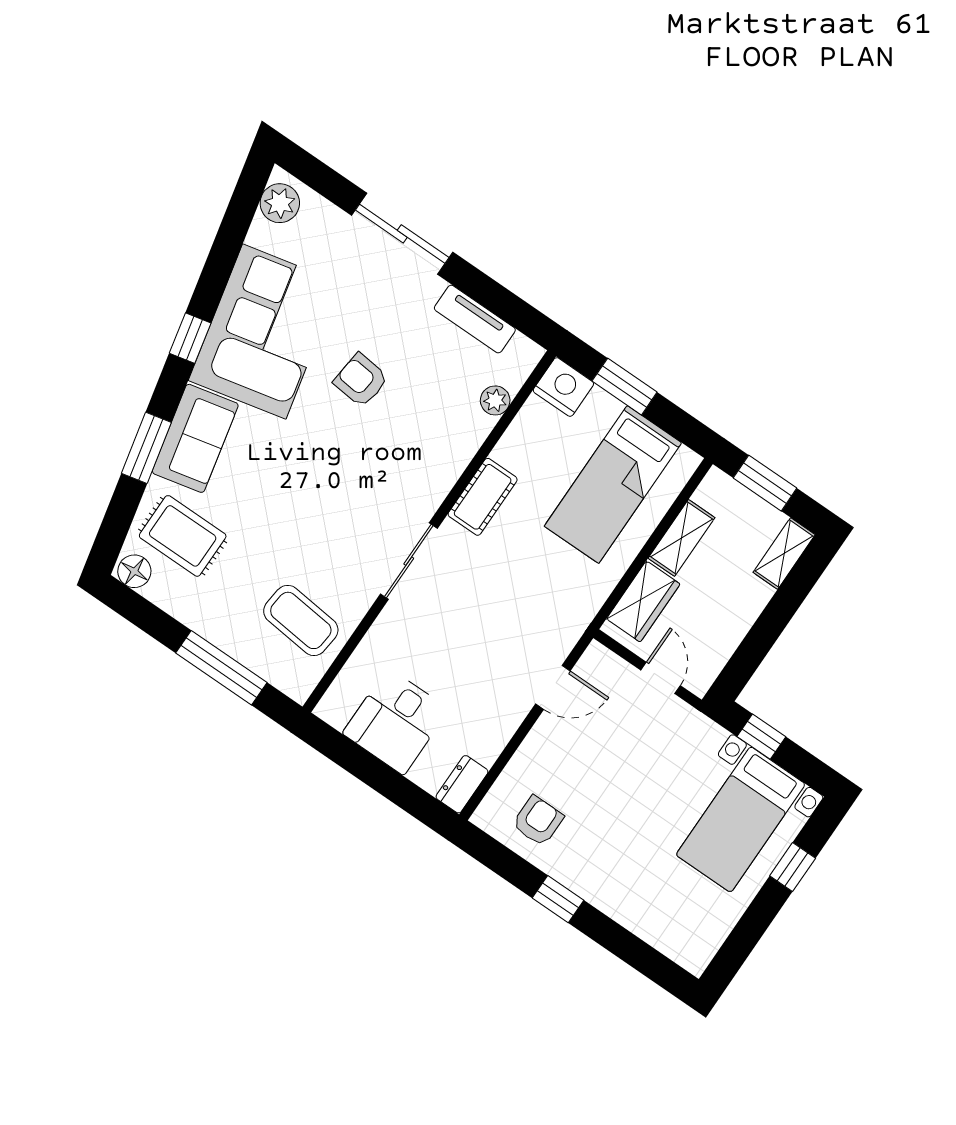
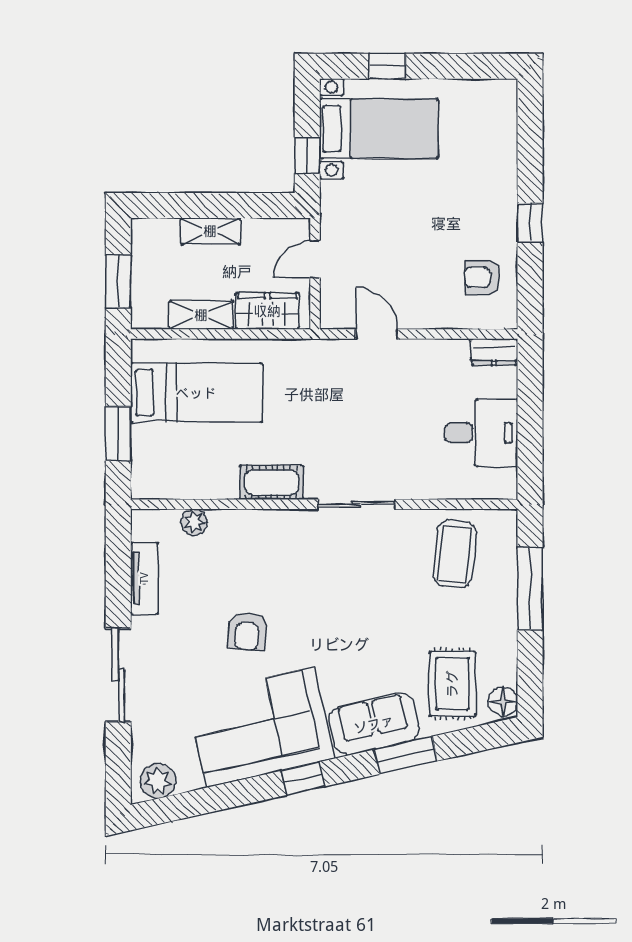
nightstand: (563, 387) -> (150, 478), removed
shelving: (784, 554) -> (210, 231), moved

